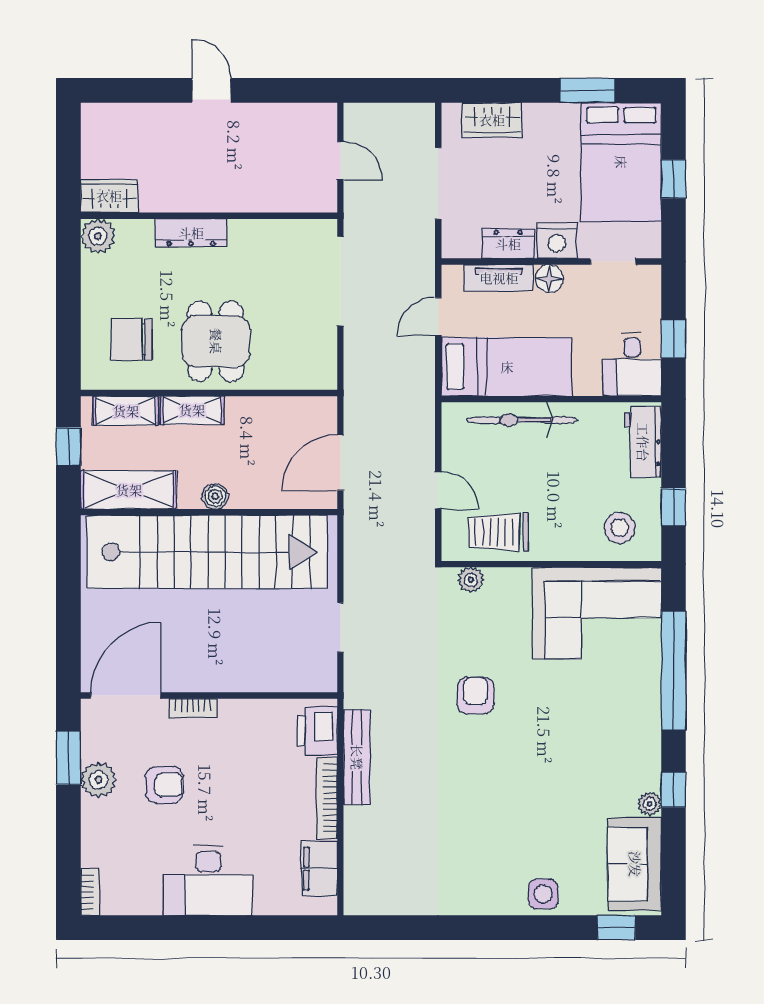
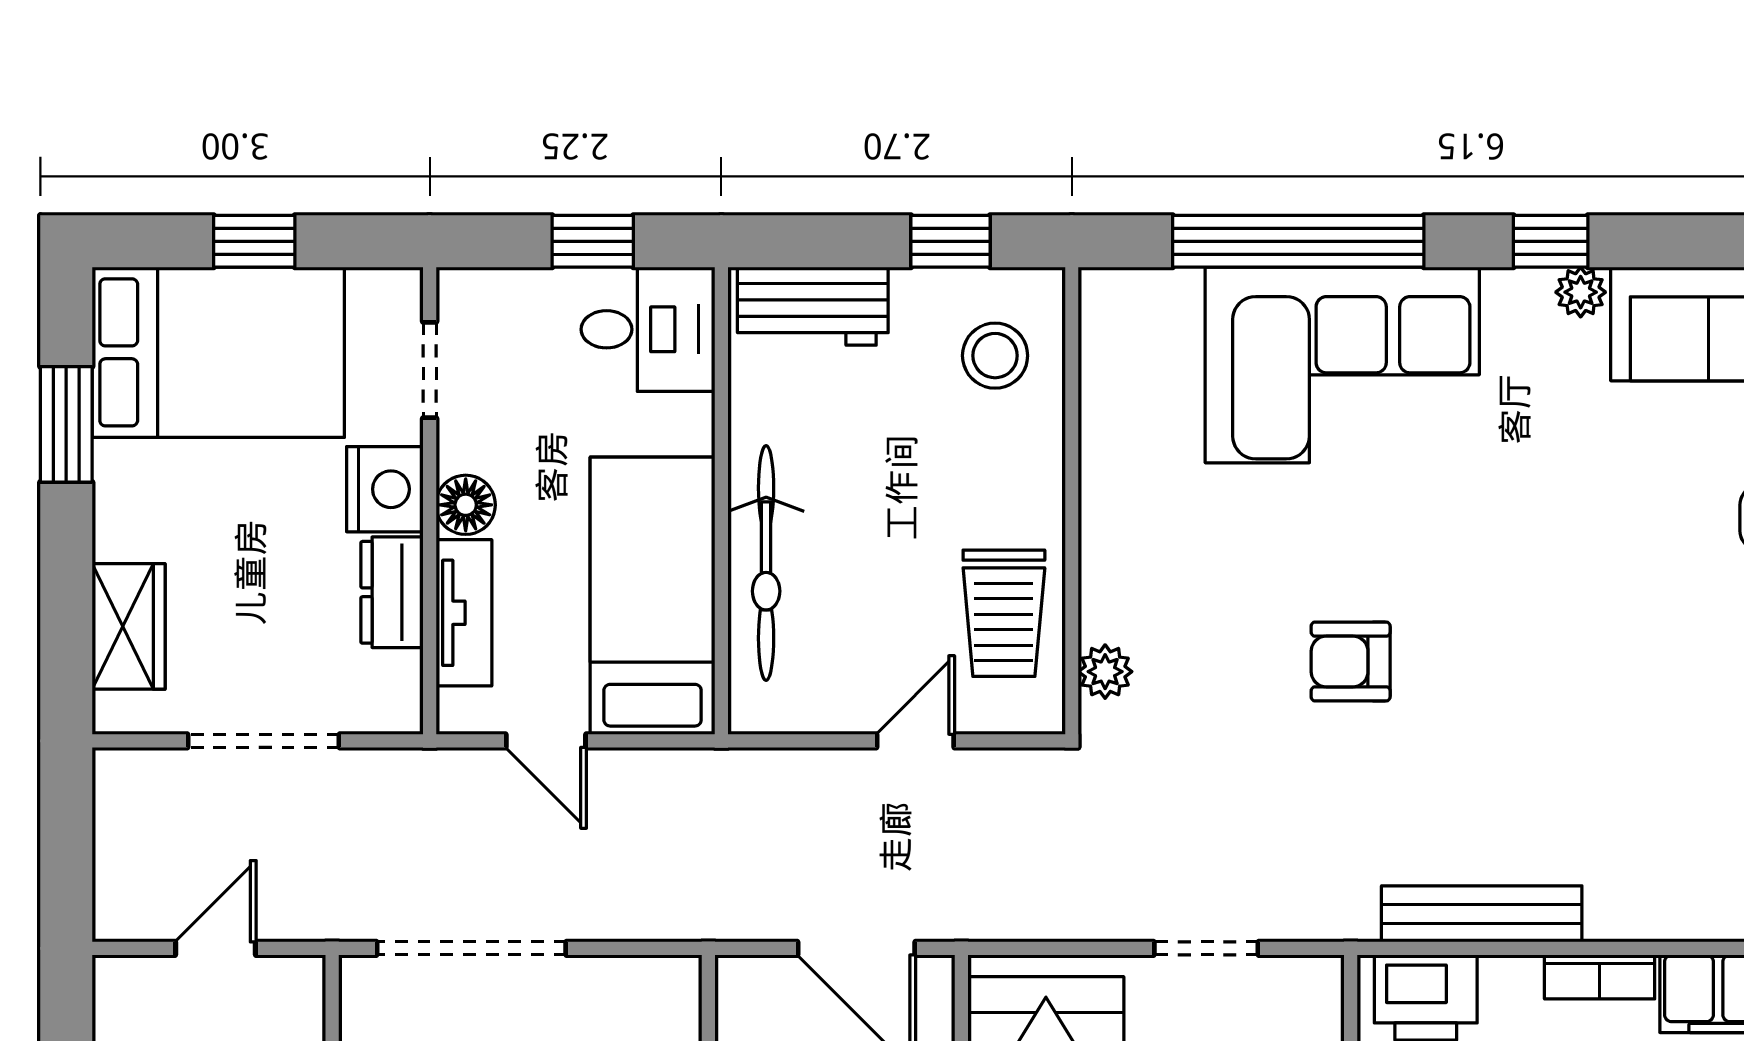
corner sofa: (597, 613) -> (1342, 365), moved, turned 90
bookcase: (327, 798) -> (1600, 977), width x0.64

